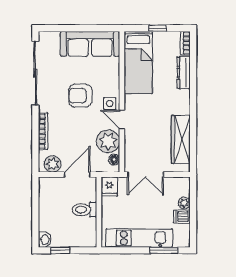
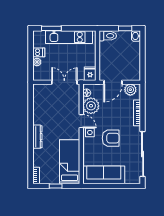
dresser: (184, 73) -> (37, 137), moved
wardrobe: (181, 139) -> (39, 107), removed
toilet: (84, 210) -> (108, 36), moved

